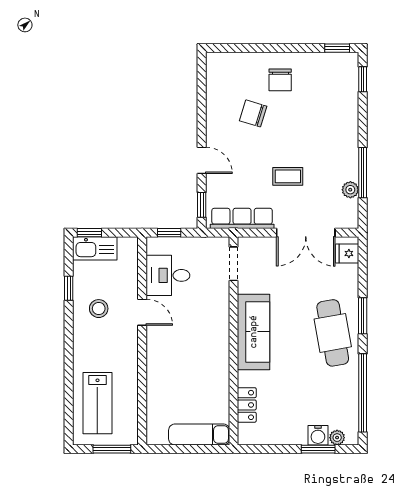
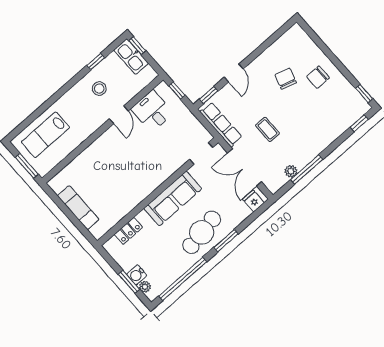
doorway: (233, 264) -> (201, 153), moved
sofa: (254, 332) -> (173, 198), moved
wall: (233, 341) -> (158, 192), moved
locker: (247, 405) -> (128, 231), moved

